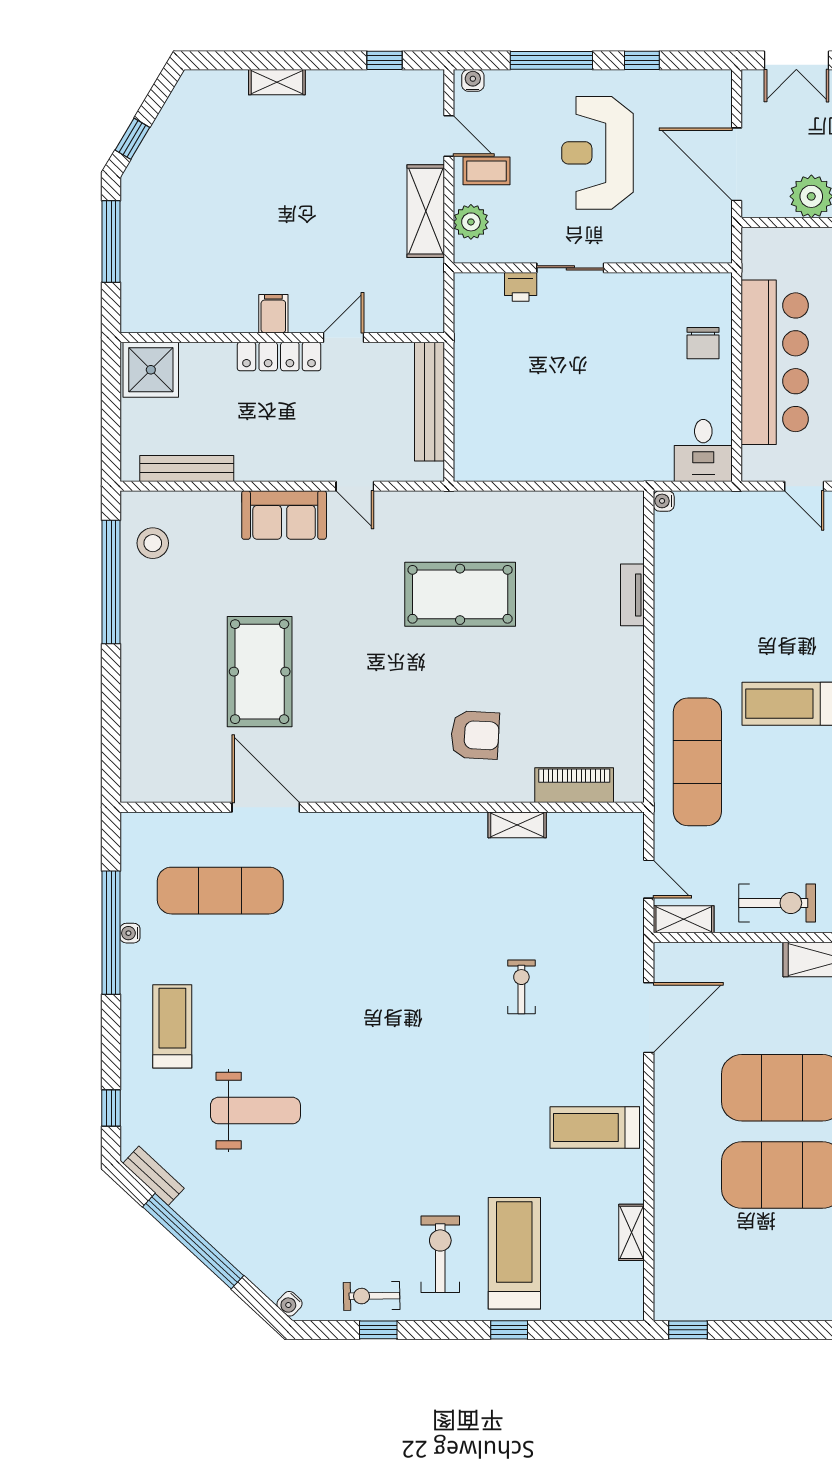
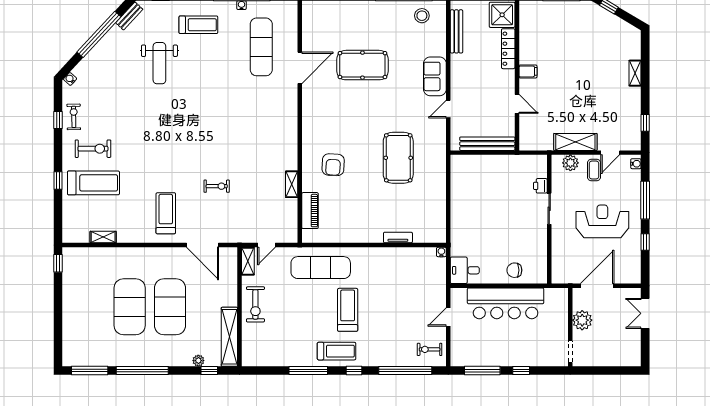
locker: (279, 356) -> (508, 49), moved
treadmill: (595, 1128) -> (166, 213), moved

